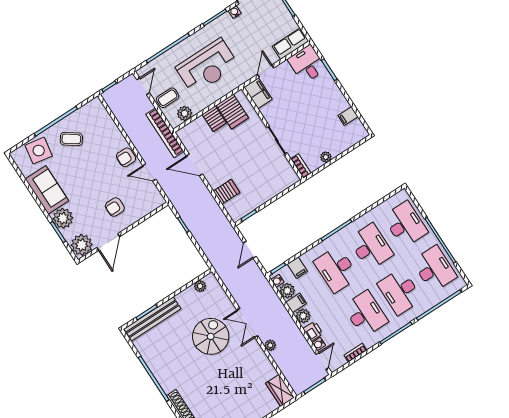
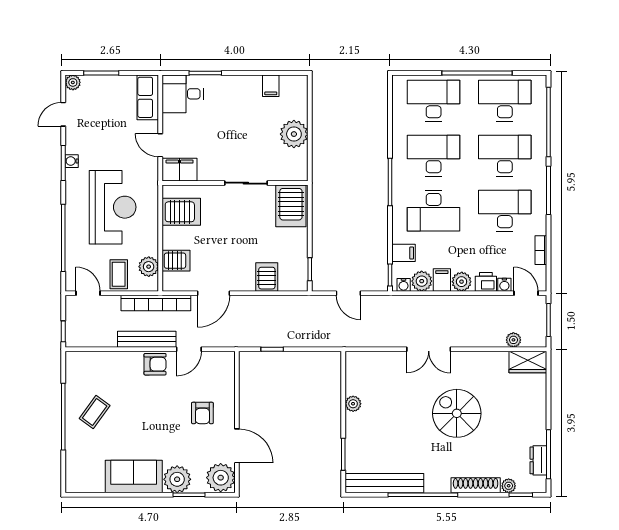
water cooler: (235, 12) -> (72, 161), moved
server rack: (214, 119) -> (176, 261), moved
bench: (138, 142) -> (147, 339), added
side table: (39, 151) -> (84, 457), removed
armchair: (126, 157) -> (155, 364), turned -90
plant: (326, 157) -> (294, 134), width x1.88, depth x1.88
bookcase: (301, 166) -> (292, 175), removed
server rack: (281, 178) -> (291, 206), added
plant: (200, 286) -> (353, 404), moved
desk: (400, 291) -> (505, 156), turned 180
bench: (152, 319) -> (384, 483), moved, turned 90
spiral stairs: (211, 336) -> (457, 413), moved
plant: (270, 345) -> (513, 340), moved

